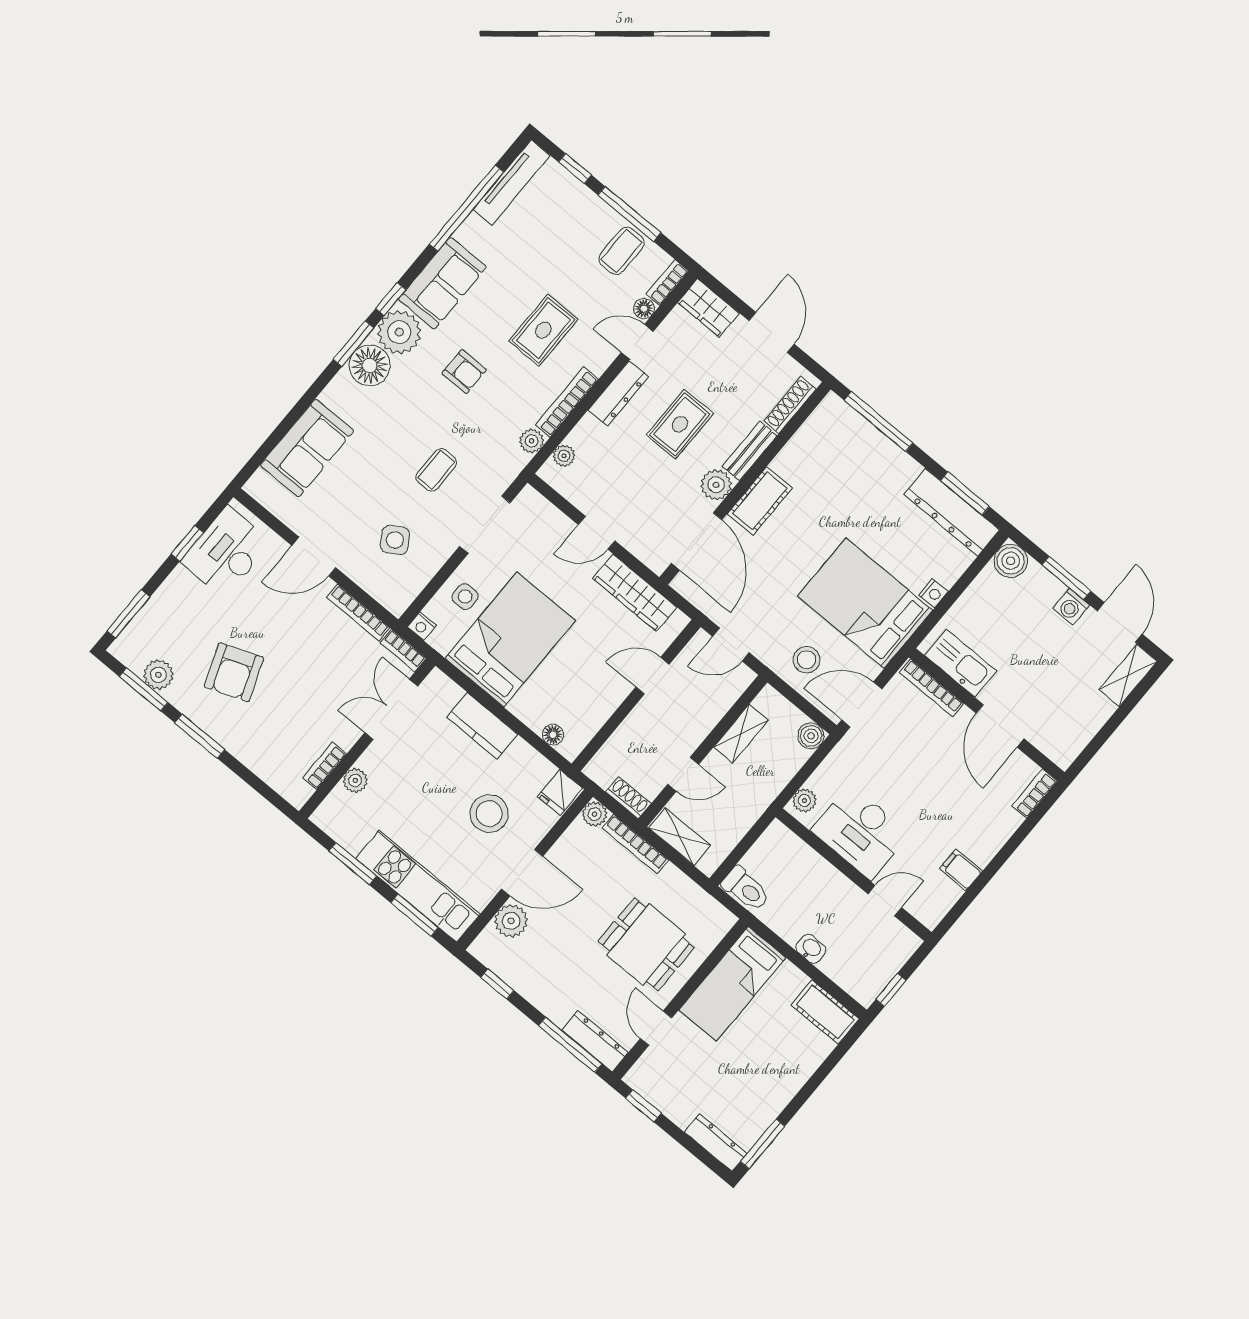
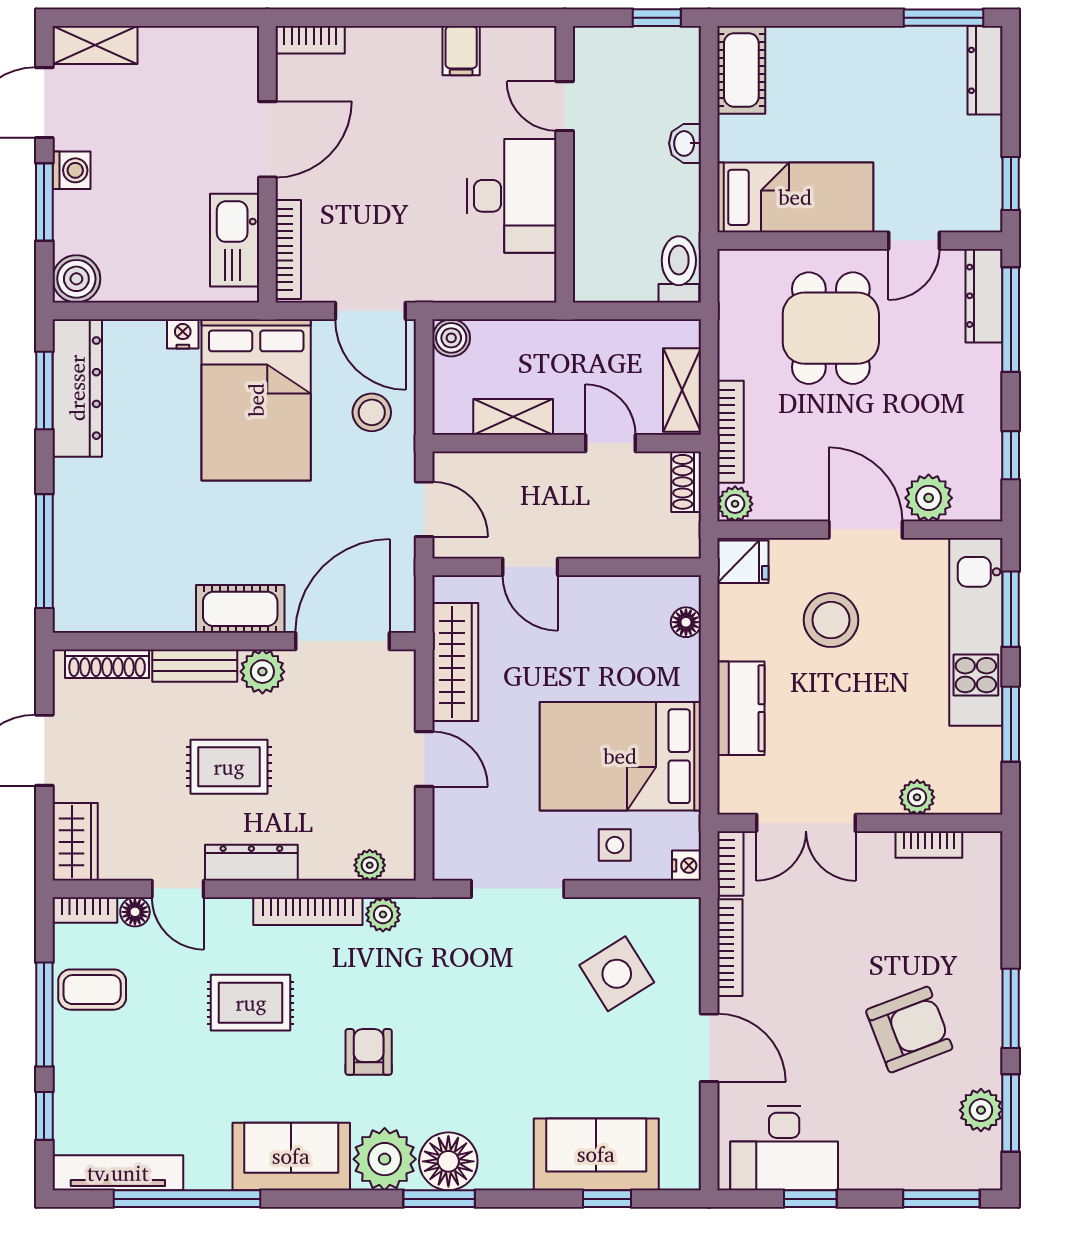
window: (391, 299) -> (607, 1199), moved
coffee table: (436, 470) -> (502, 993), removed
side table: (395, 540) -> (617, 974), width x1.37, depth x1.37
plant: (804, 801) -> (528, 286), removed

